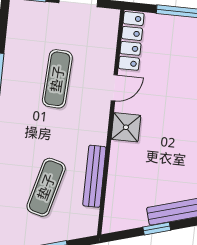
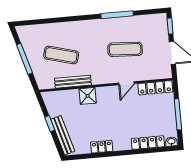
door: (114, 88) -> (126, 83), hinge flipped
shower: (126, 127) -> (88, 96), moved

